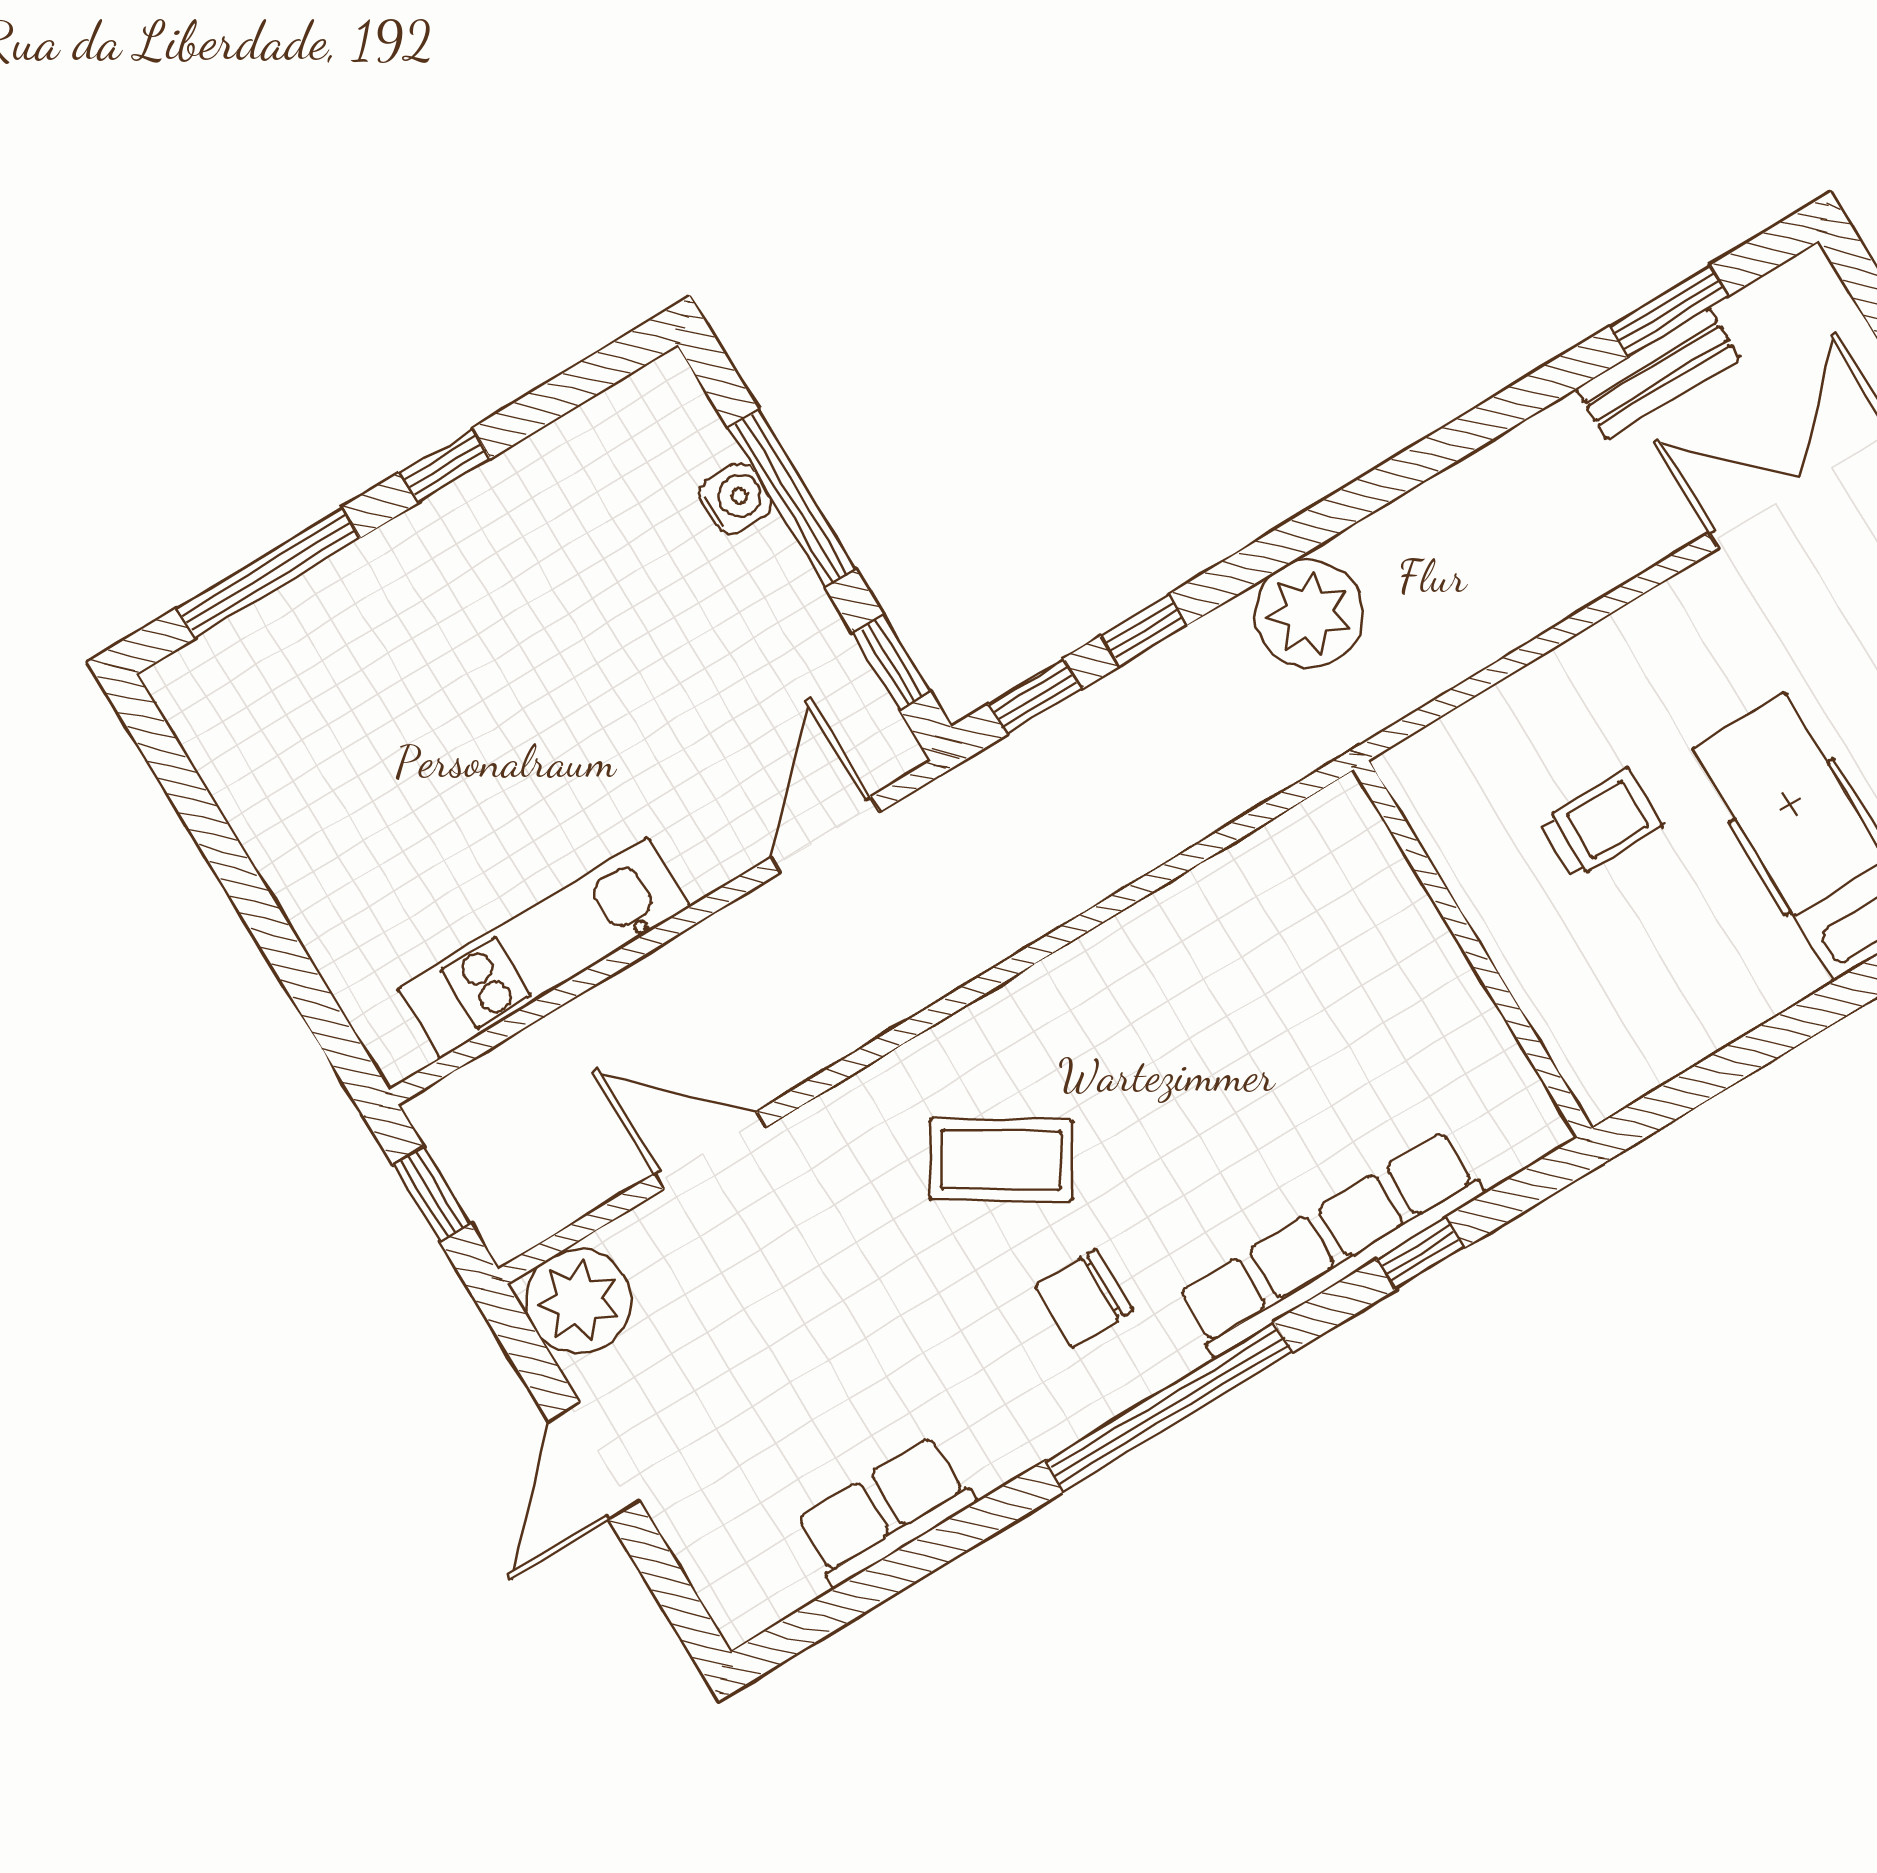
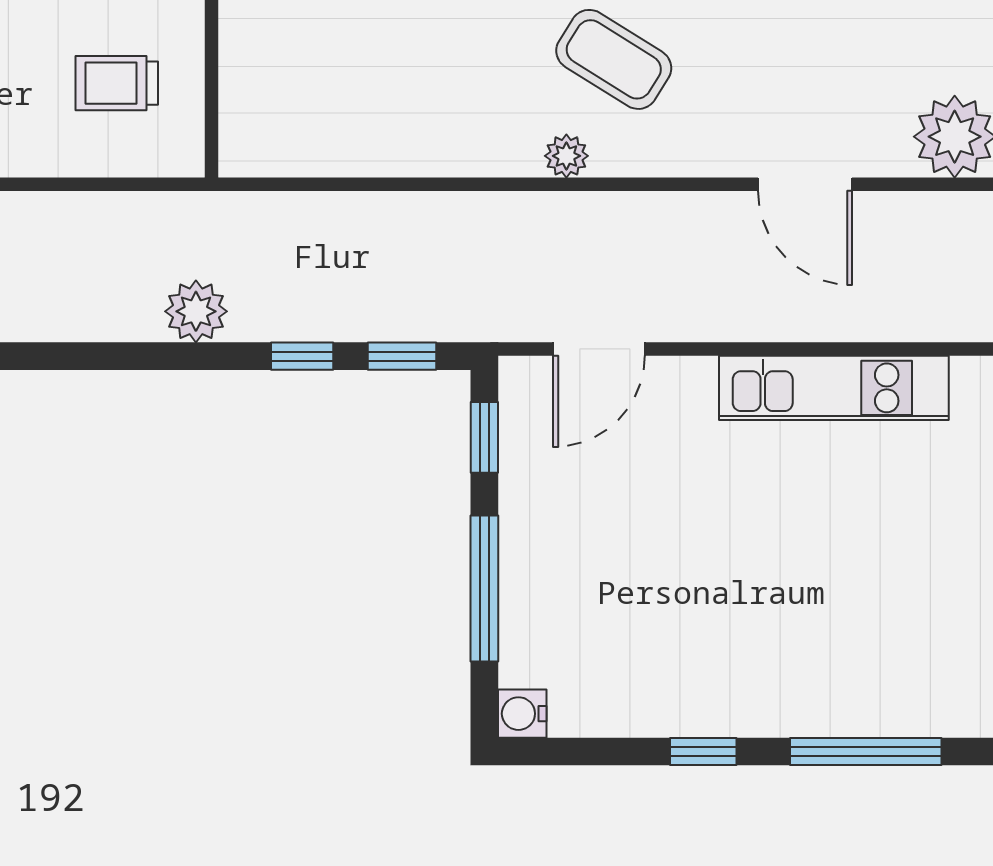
water cooler: (735, 499) -> (522, 714), moved
plant: (1309, 614) -> (196, 311), width x0.73, depth x0.73
trolley: (1601, 824) -> (117, 83), moved
plant: (989, 1023) -> (566, 156), added

